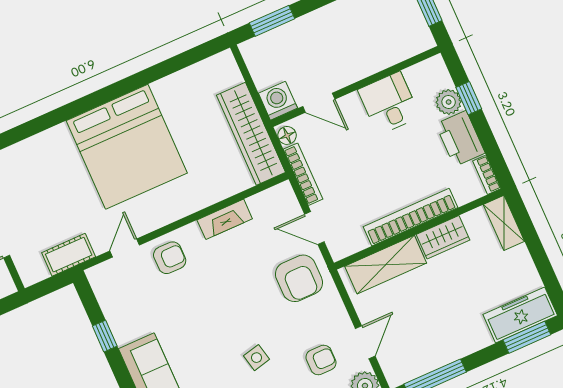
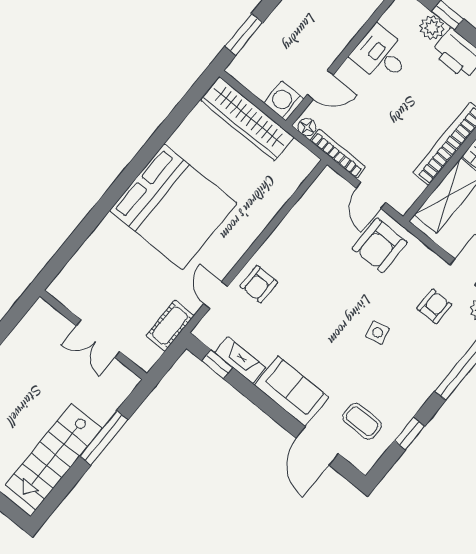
wardrobe: (251, 134) -> (247, 119), moved
fireplace: (225, 219) -> (240, 360), moved, turned -90
door: (314, 228) -> (371, 195), hinge flipped
armchair: (170, 258) -> (259, 284), turned 180
armchair: (299, 278) -> (380, 245), turned 90
window: (105, 336) -> (217, 364), moved

